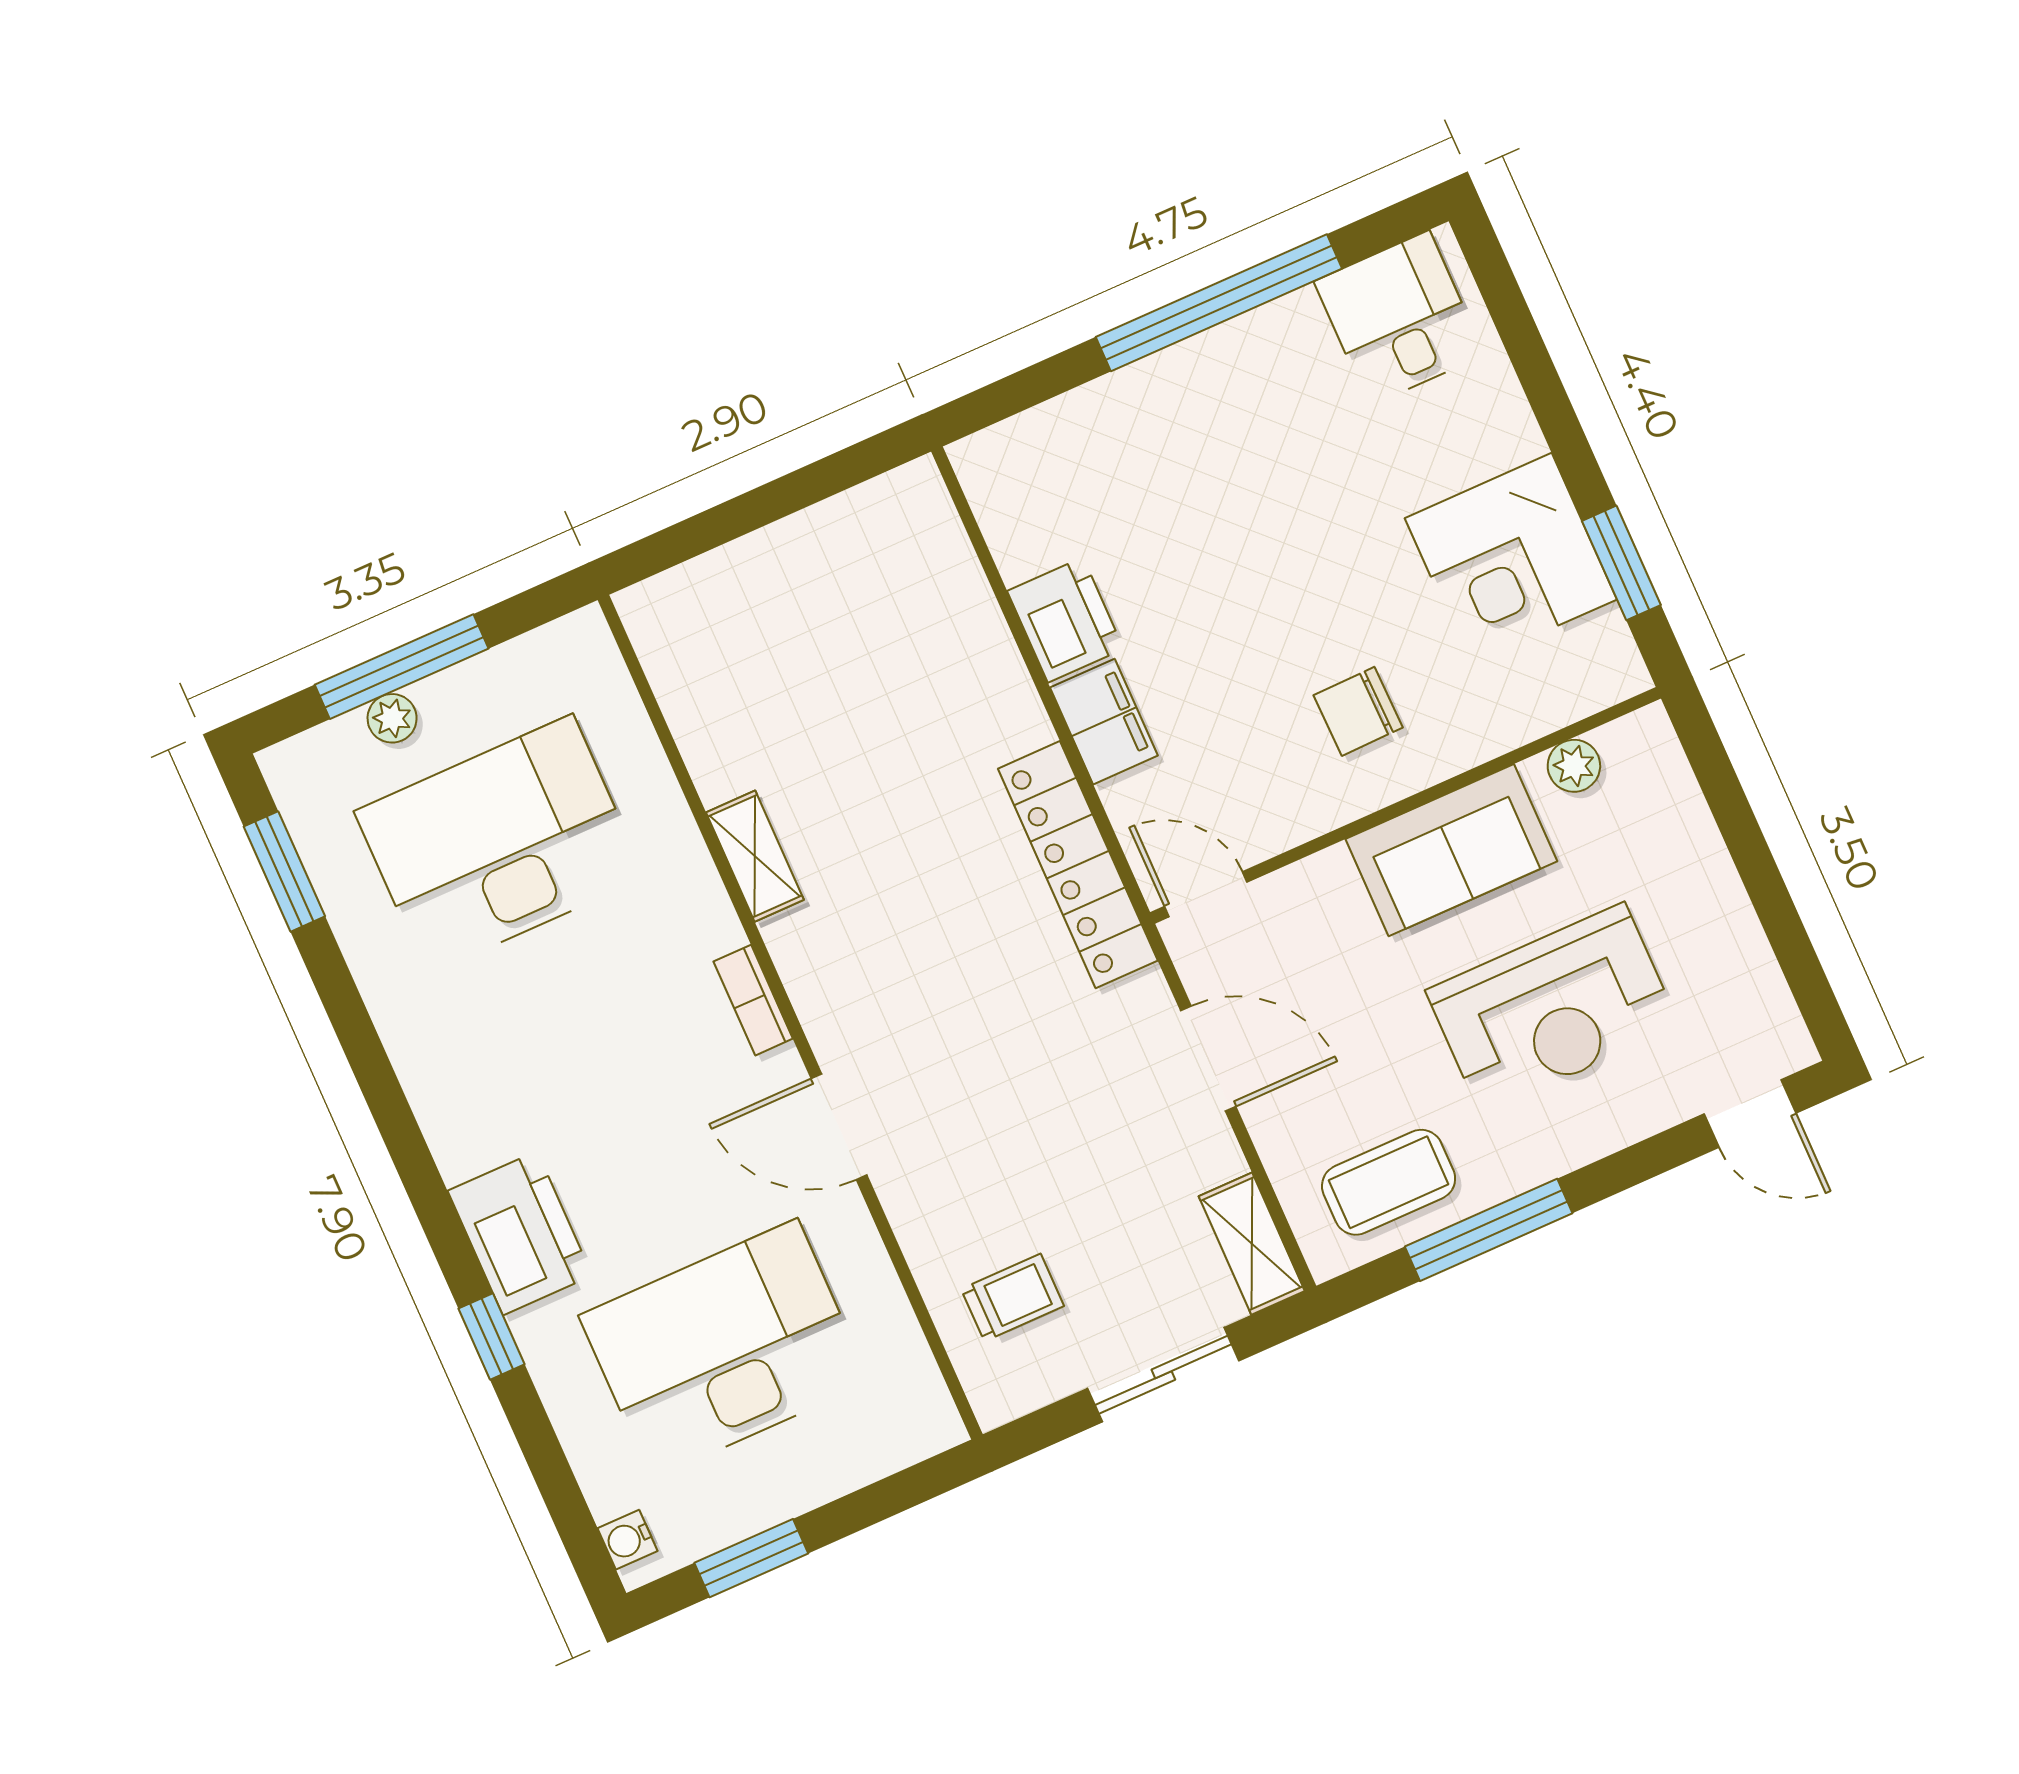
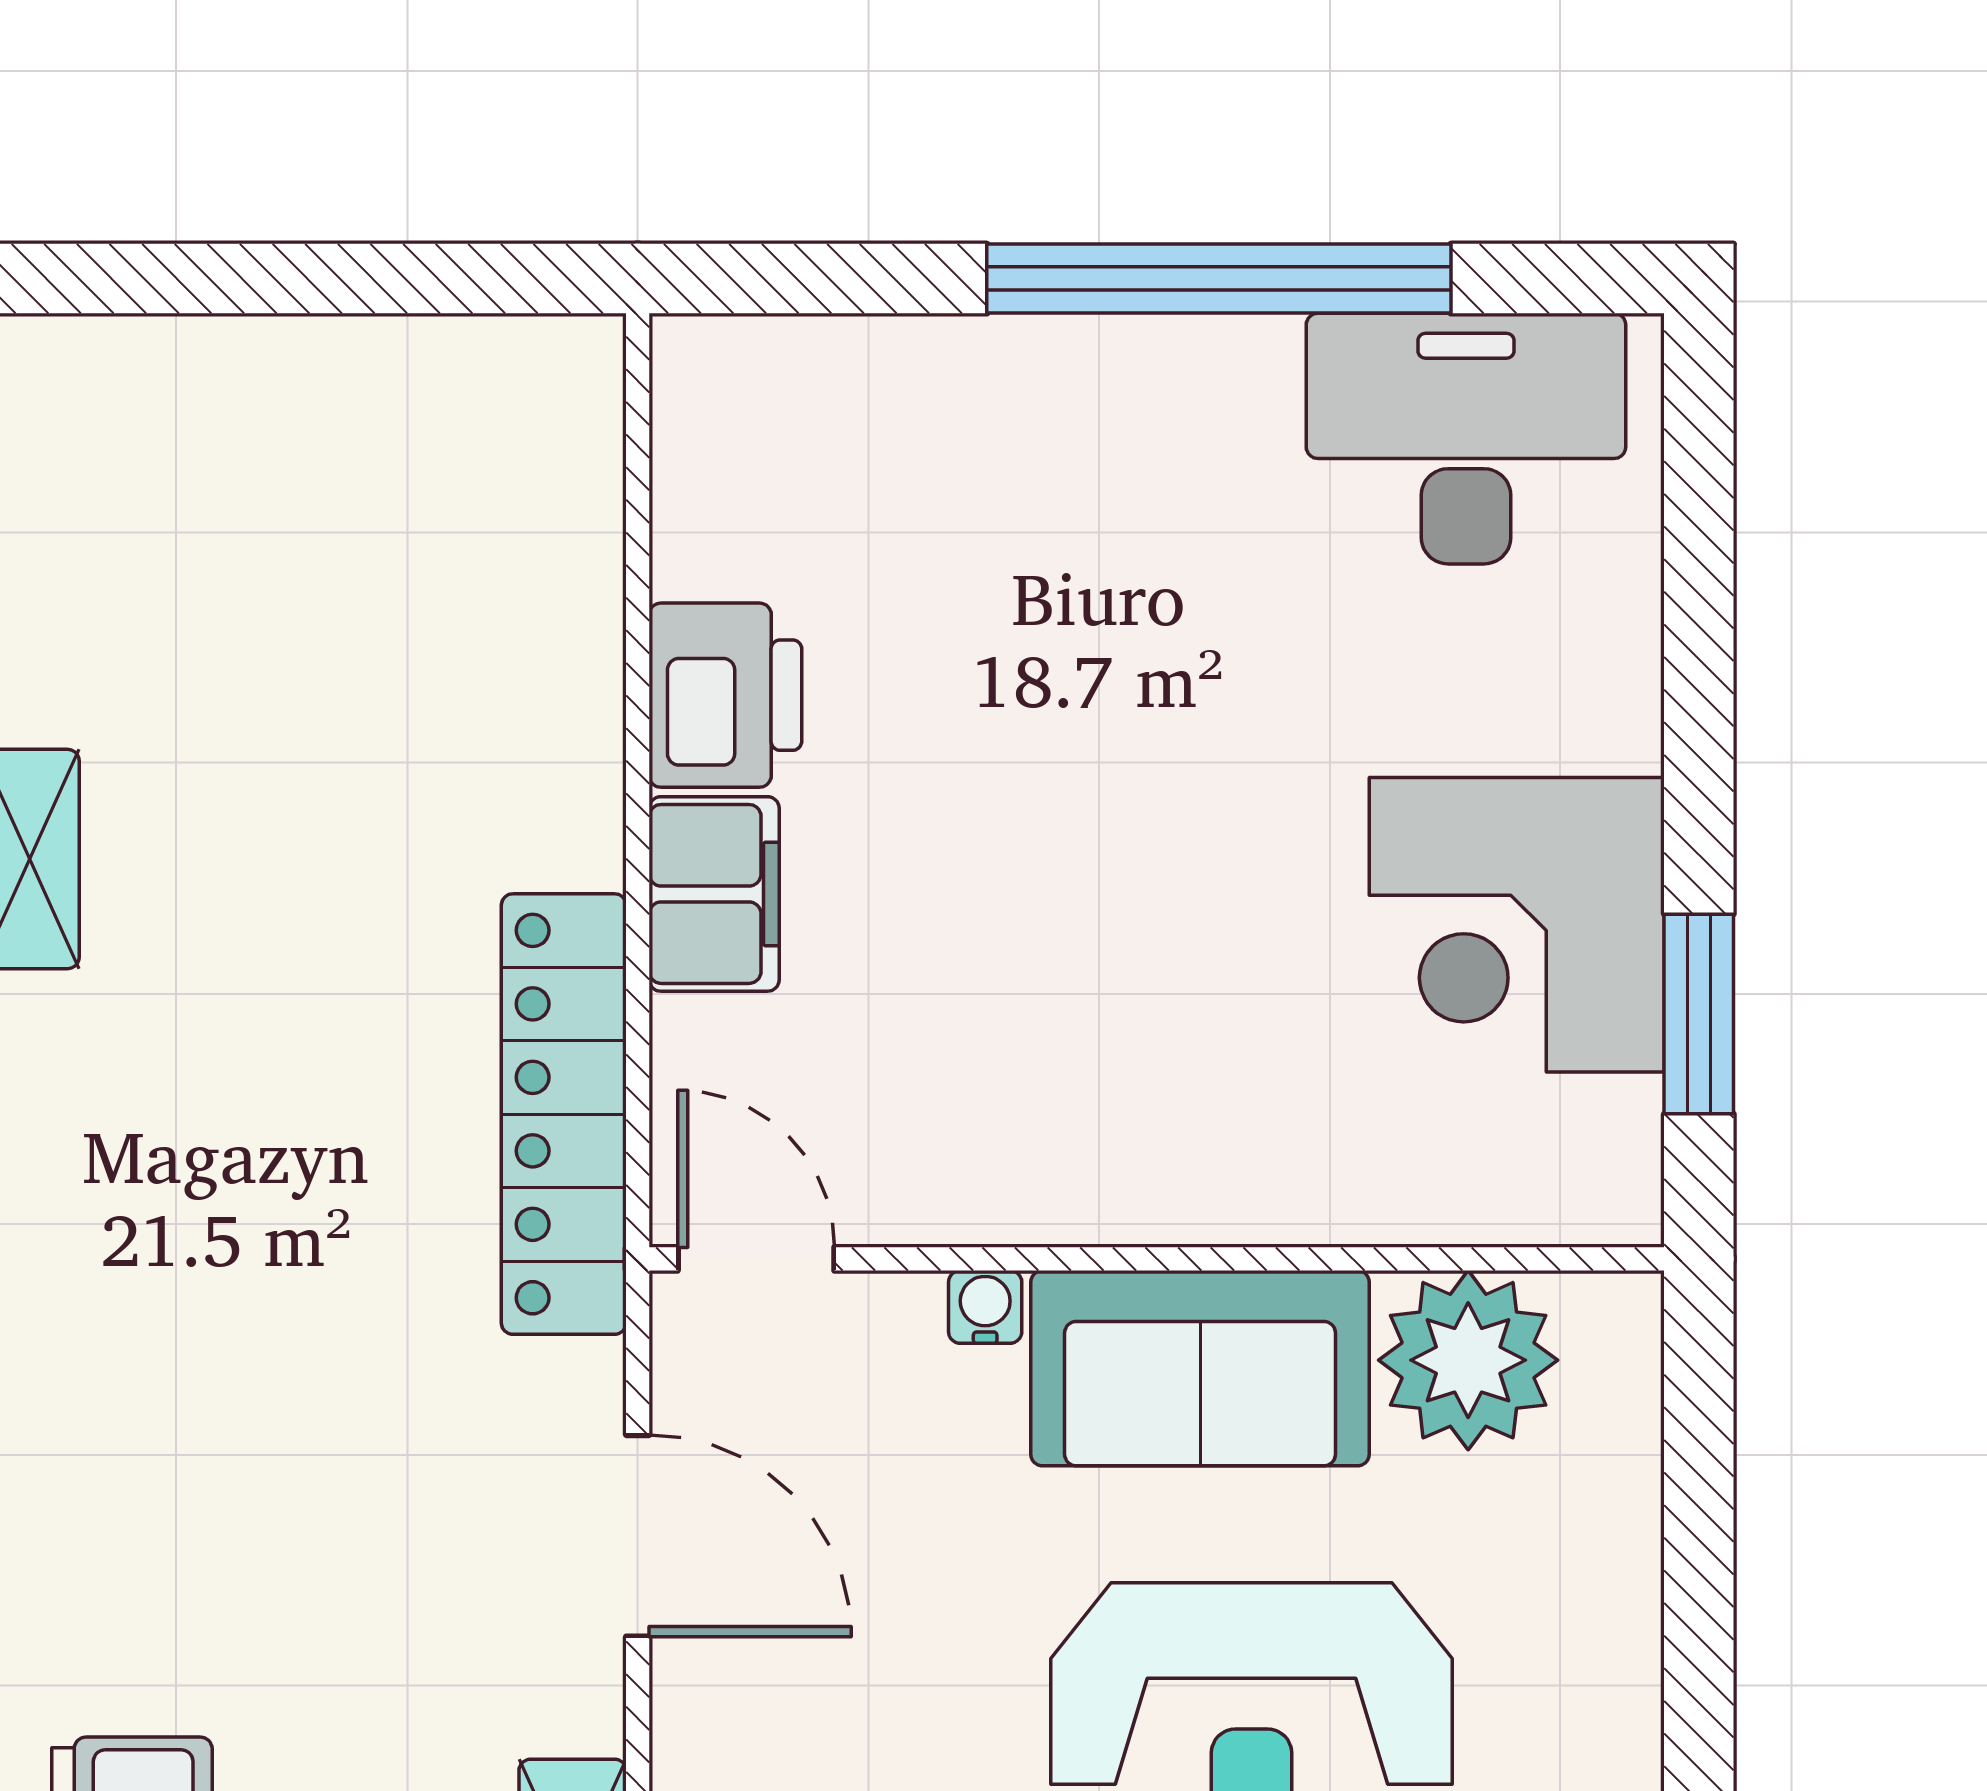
desk: (1399, 318) -> (1466, 439), width x1.37
chair: (1358, 711) -> (1147, 1066), removed
plant: (1574, 766) -> (1468, 1360), width x1.88, depth x1.88
water cooler: (1331, 867) -> (985, 1307), added

